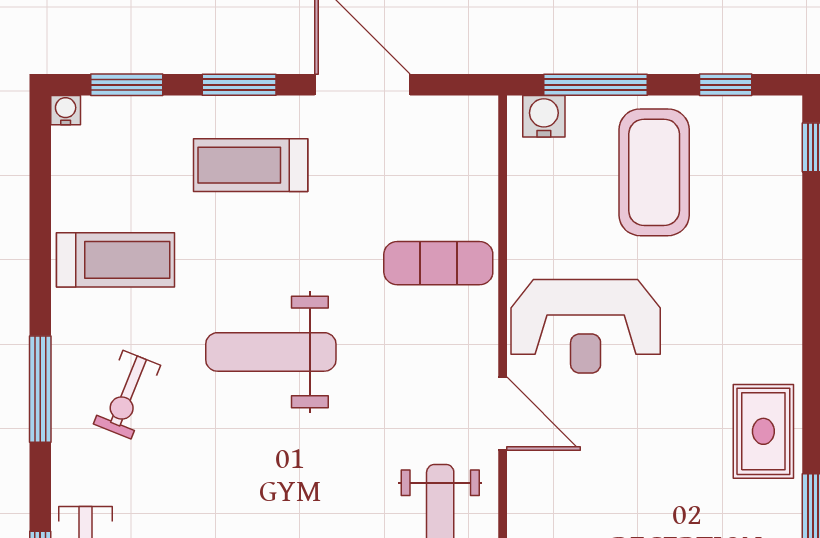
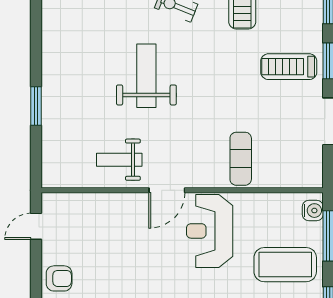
treadmill: (251, 165) -> (289, 67), turned -90
weight bench: (271, 352) -> (146, 76), moved

